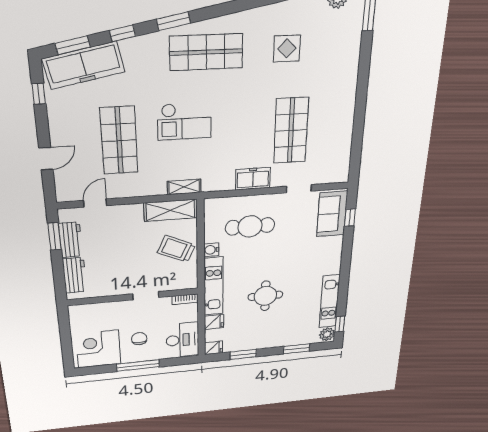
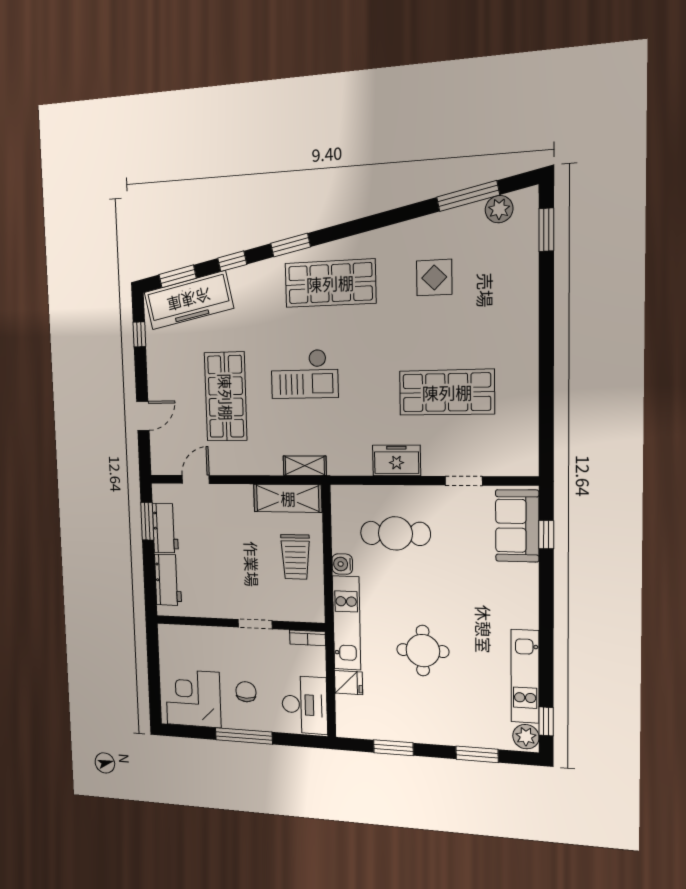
shop shelf: (291, 131) -> (447, 392), turned 90
trolley: (176, 249) -> (295, 557), turned -115
fridge: (213, 348) -> (349, 727), removed

